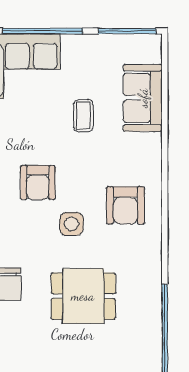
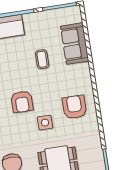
armchair: (125, 205) -> (74, 107), turned 180

